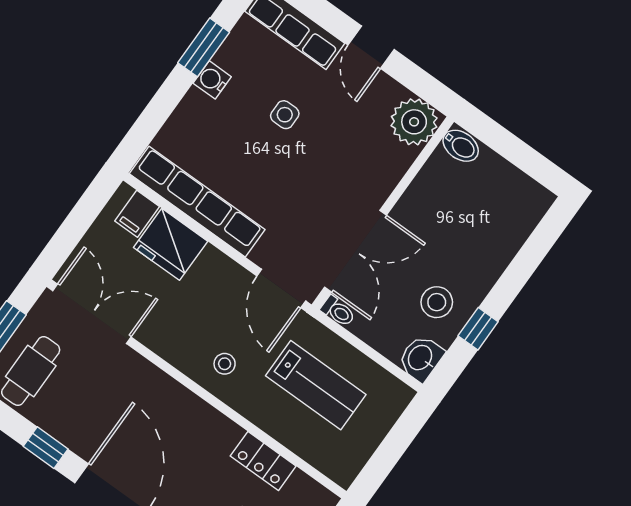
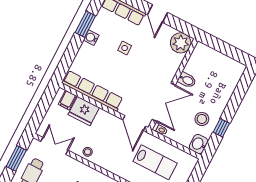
bidet: (461, 146) -> (187, 80), moved
double door: (92, 314) -> (54, 146), width x0.73
stool: (225, 364) -> (88, 152), moved

